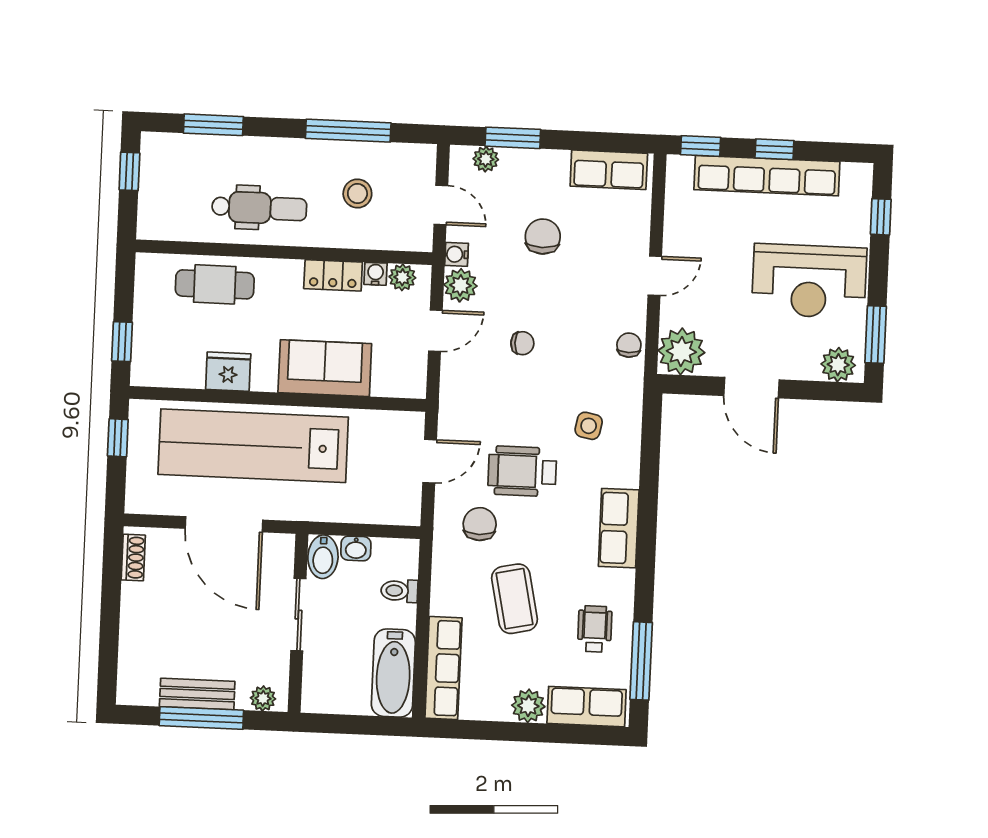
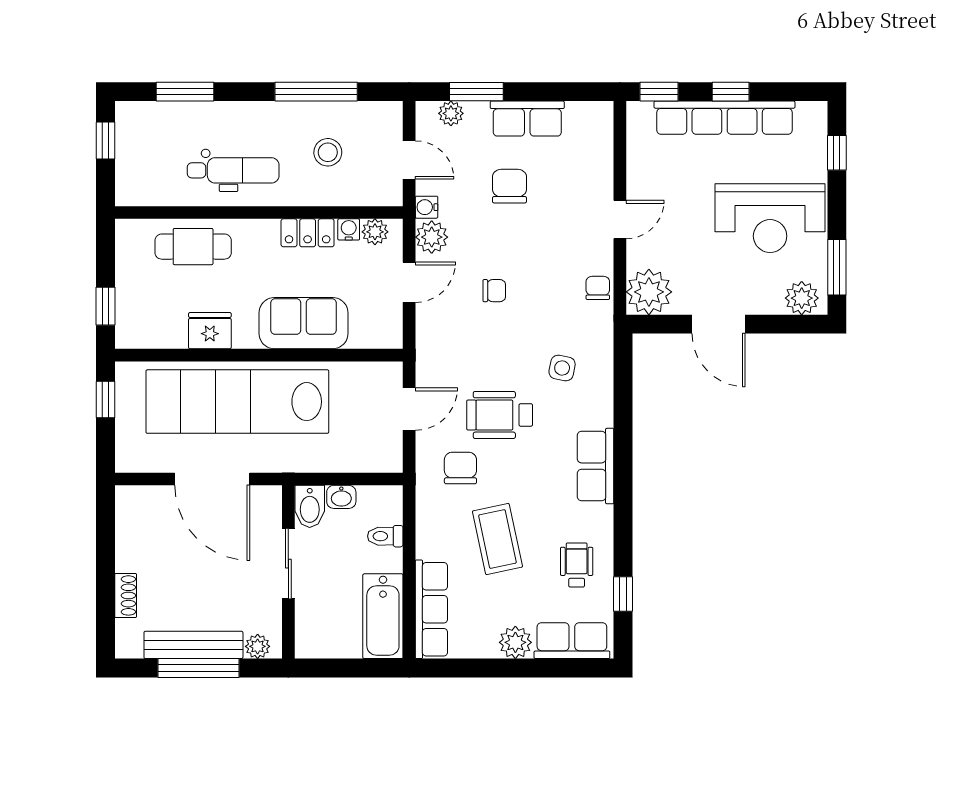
row of seats: (609, 170) -> (527, 119), moved
shoe rack: (133, 558) -> (126, 595), moved
window: (641, 661) -> (623, 594), width x0.46
bench: (197, 694) -> (193, 645), width x1.36

